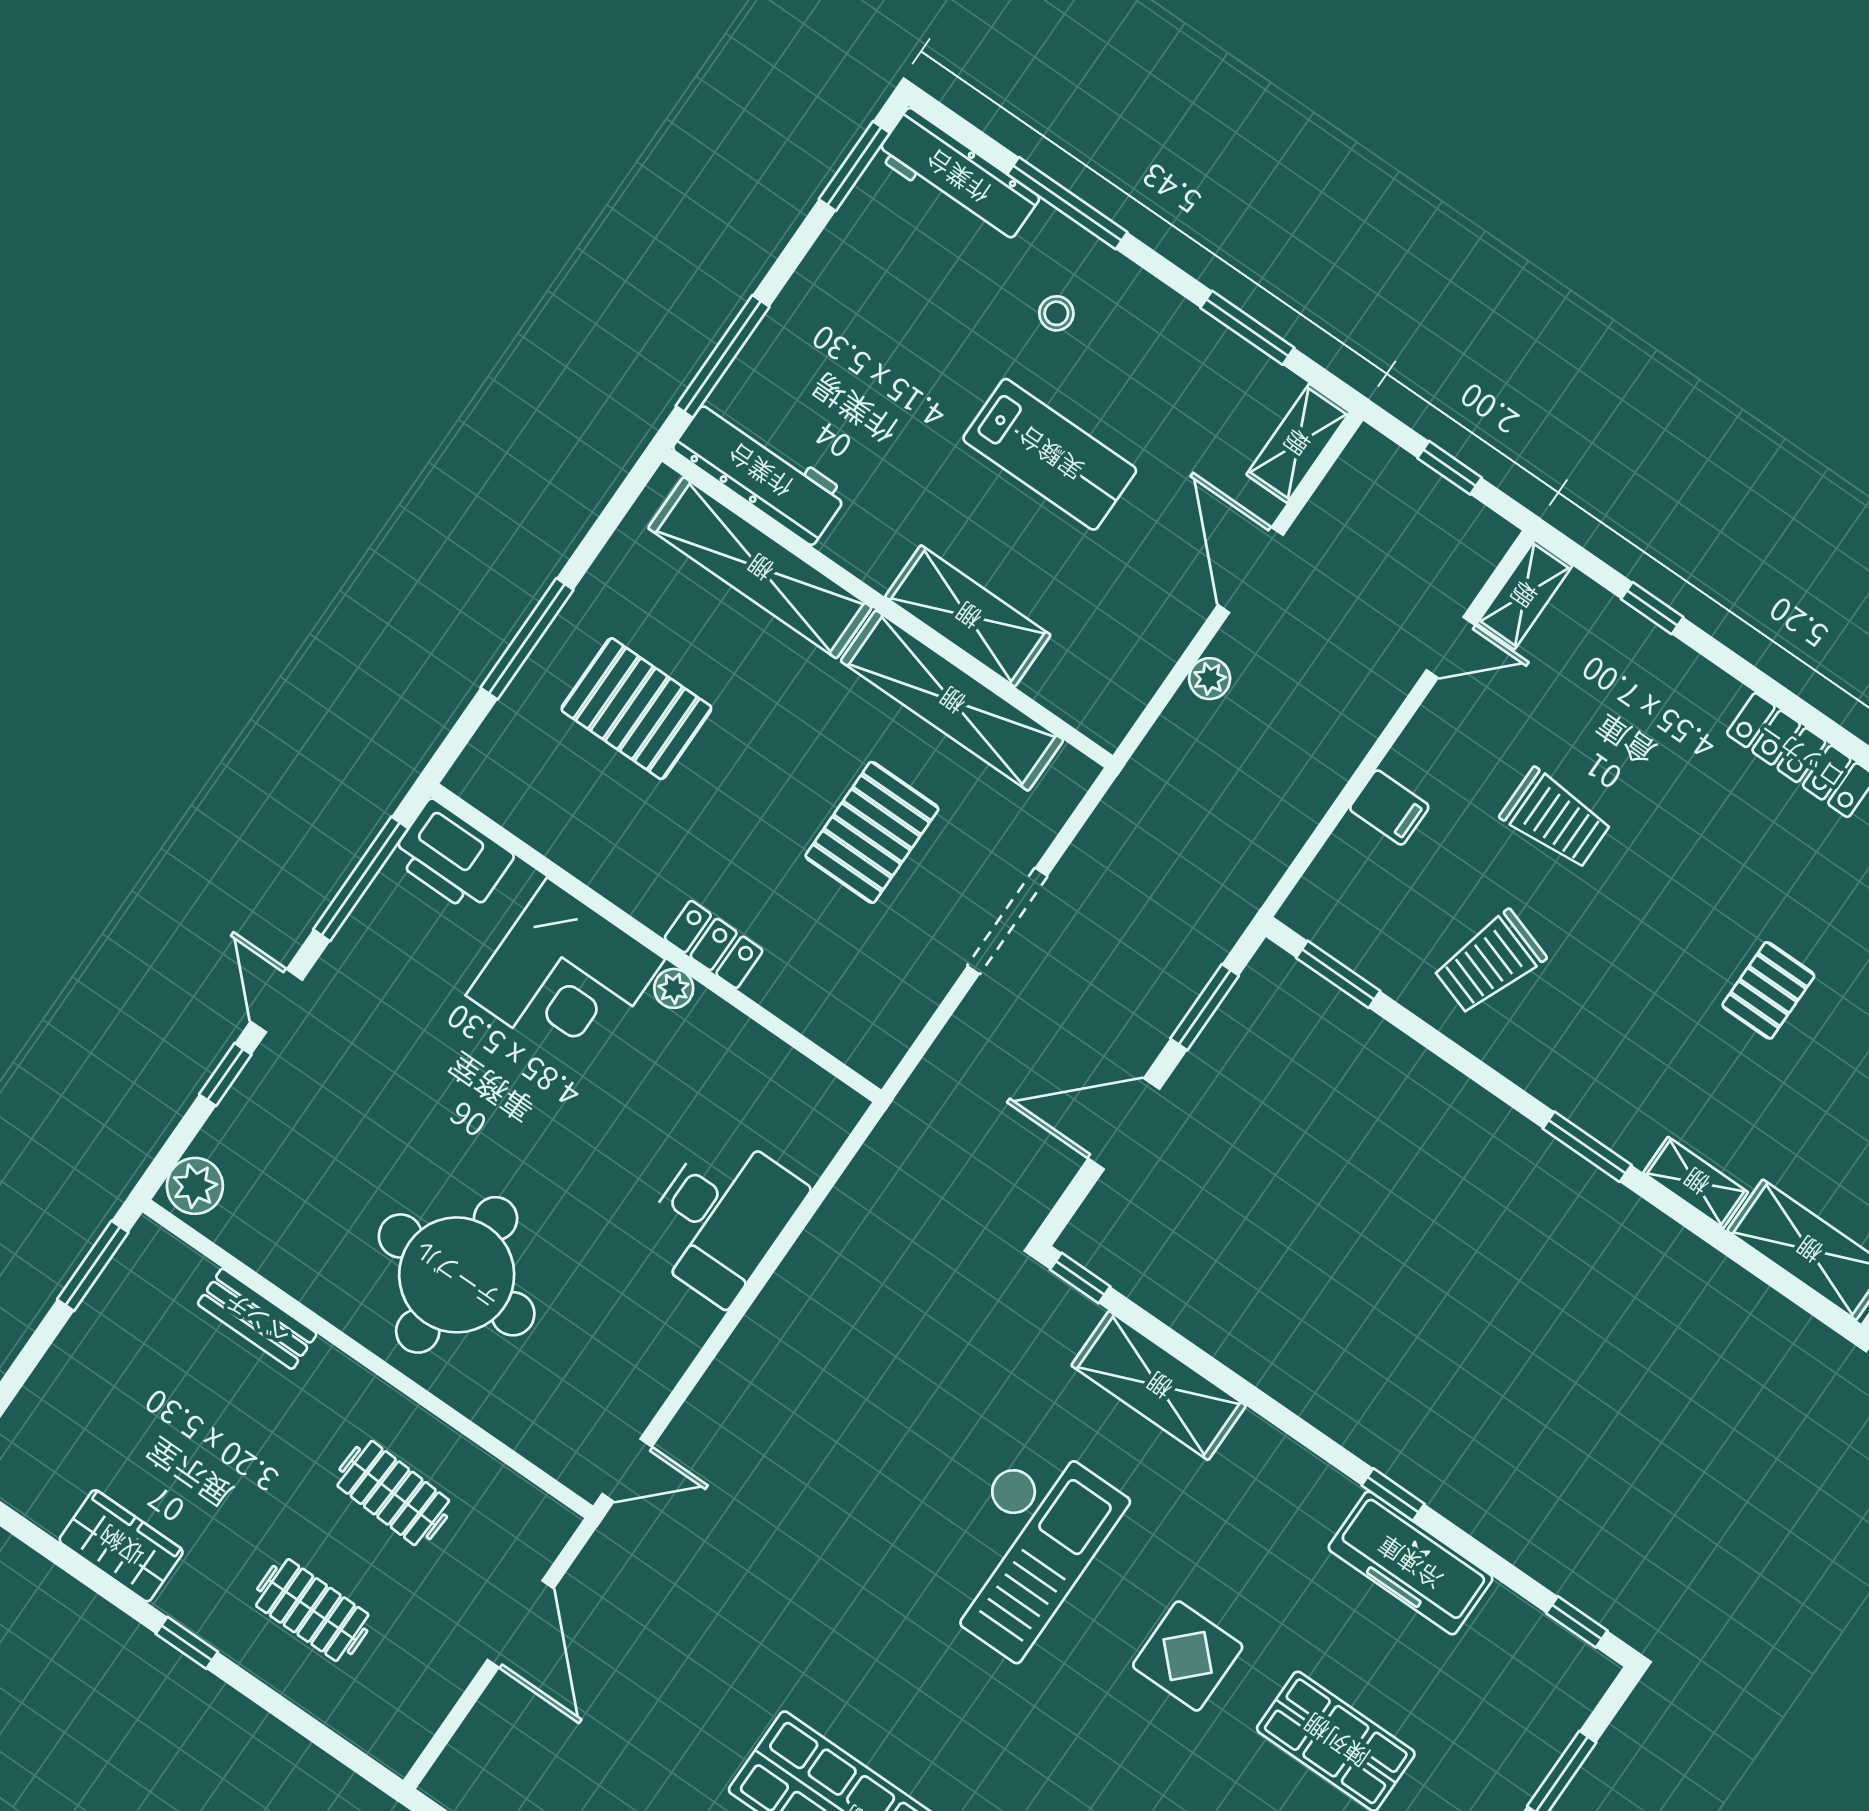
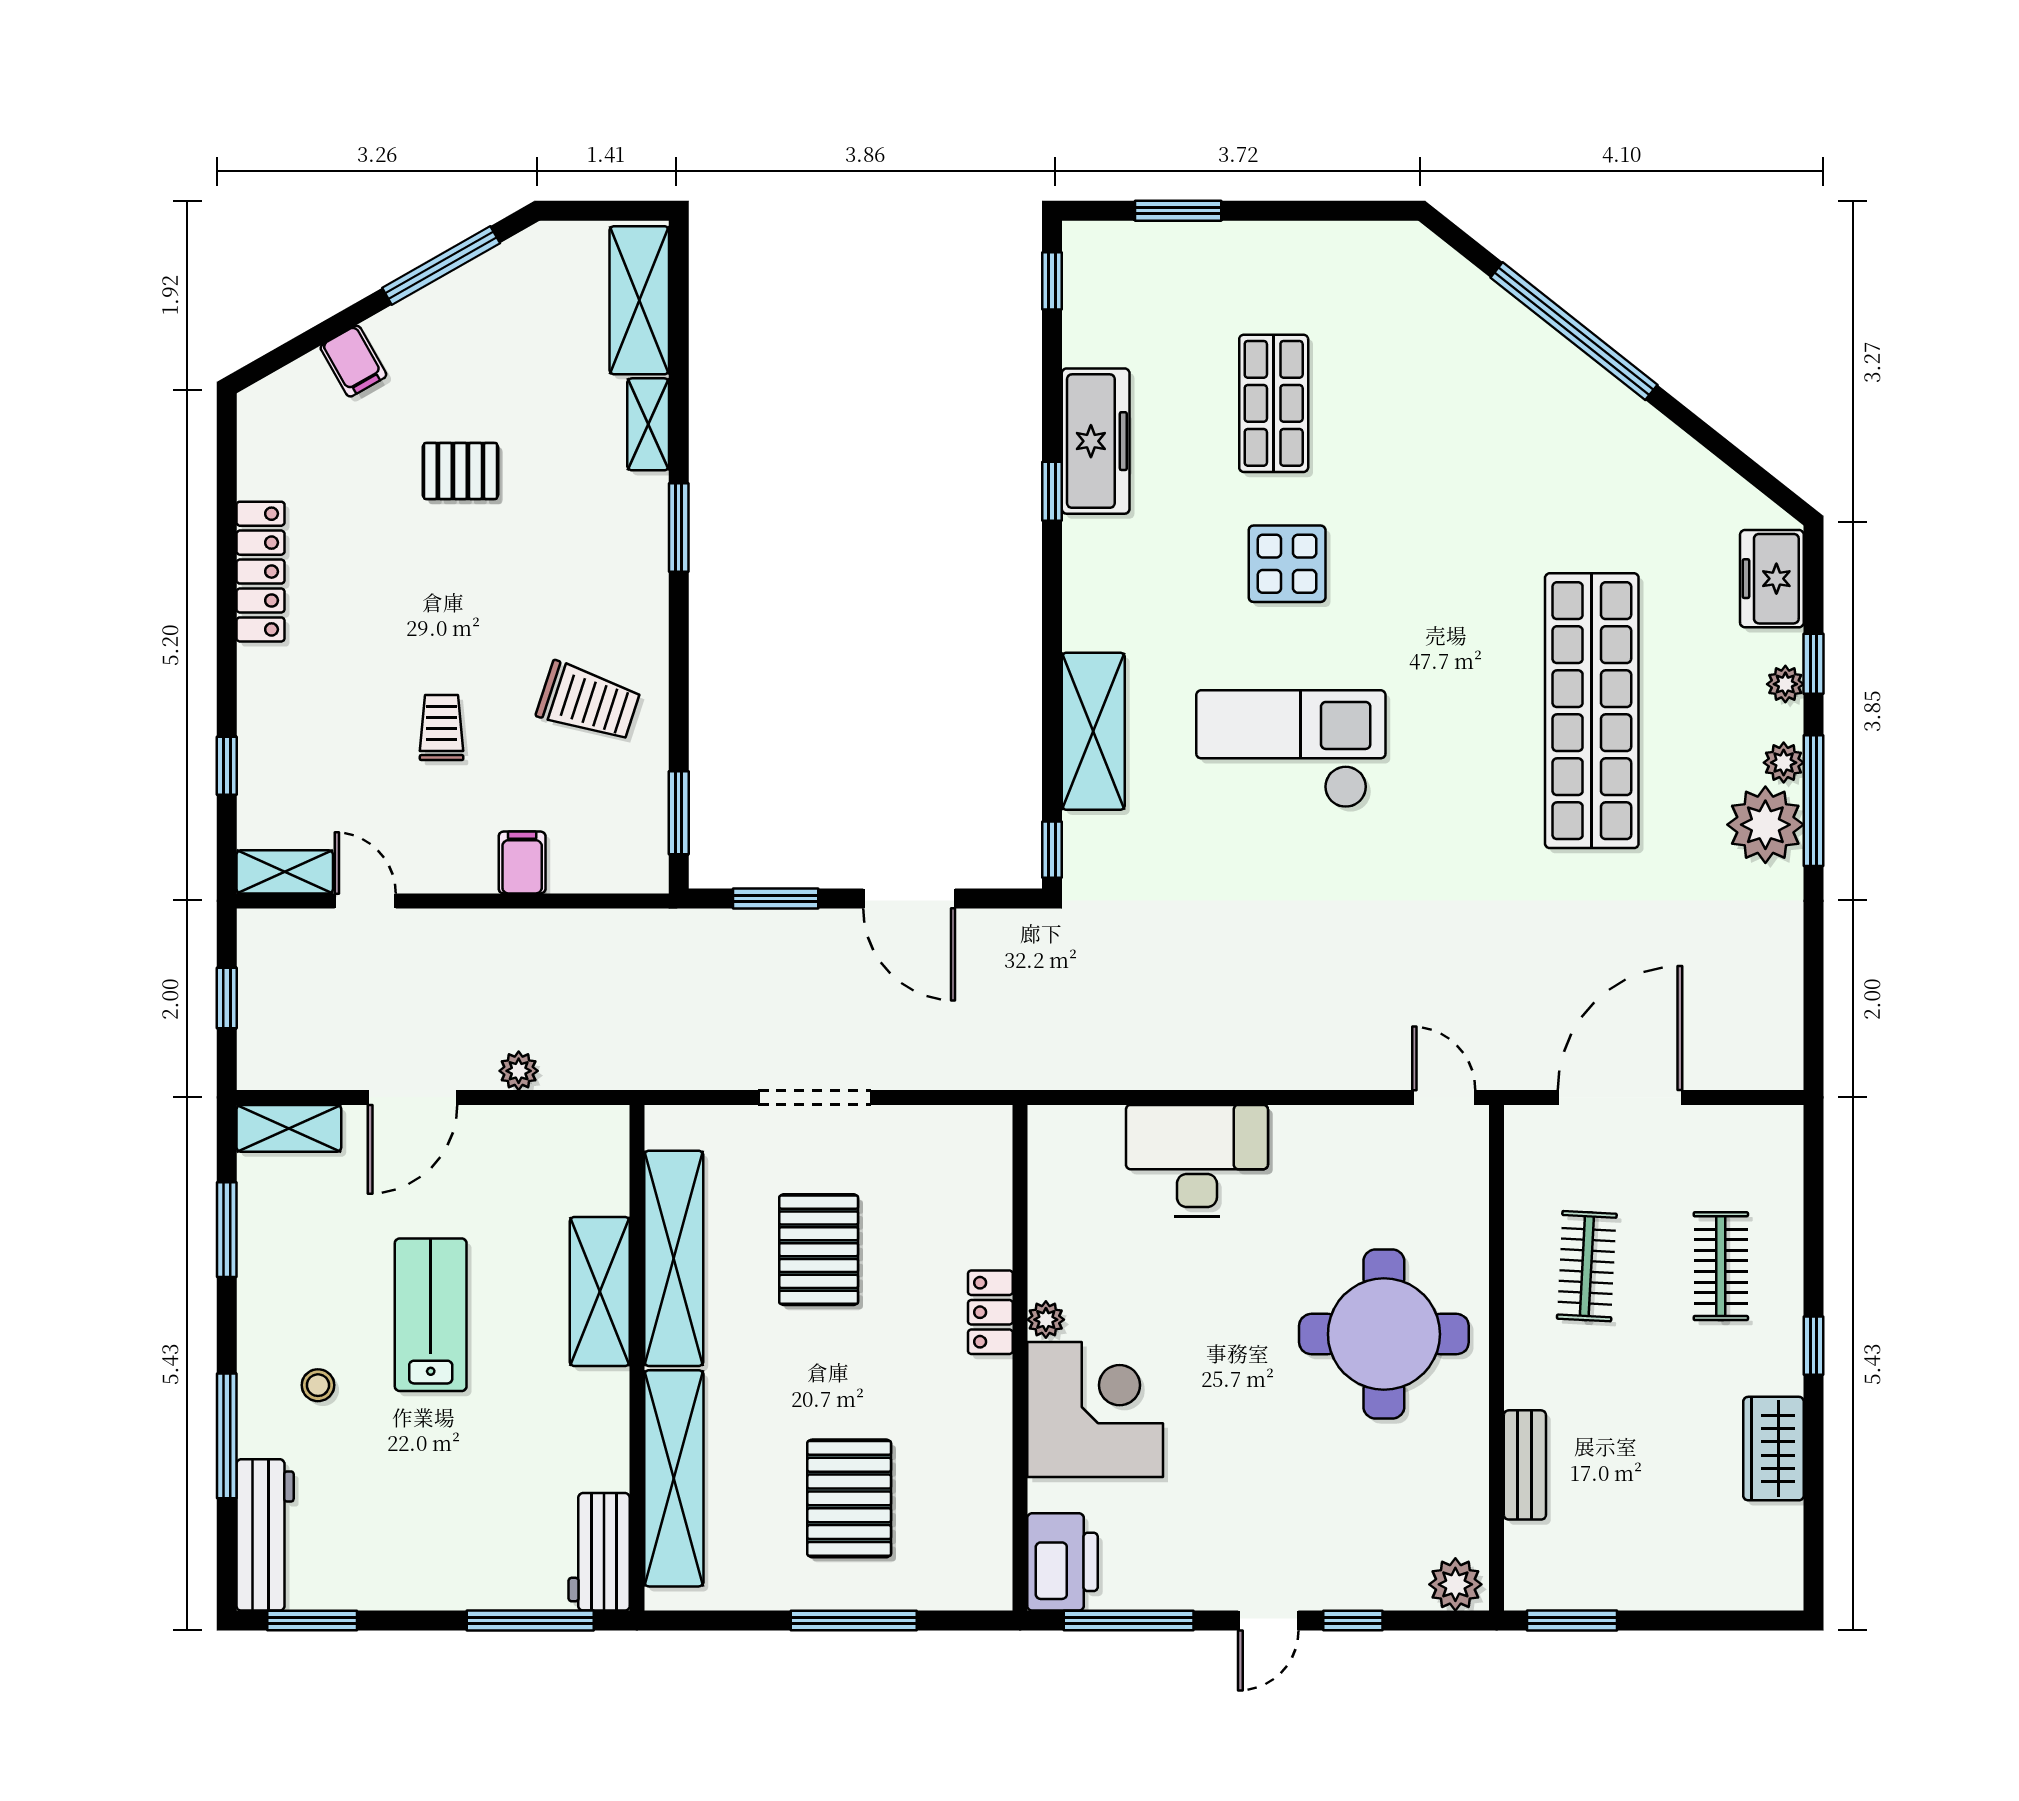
workbench: (760, 471) -> (599, 1552), width x0.73
trolley: (1556, 819) -> (442, 728), width x0.73, depth x0.72
pallet: (872, 832) -> (819, 1250), turned 90
door: (520, 1624) -> (1620, 1097), width x1.36

